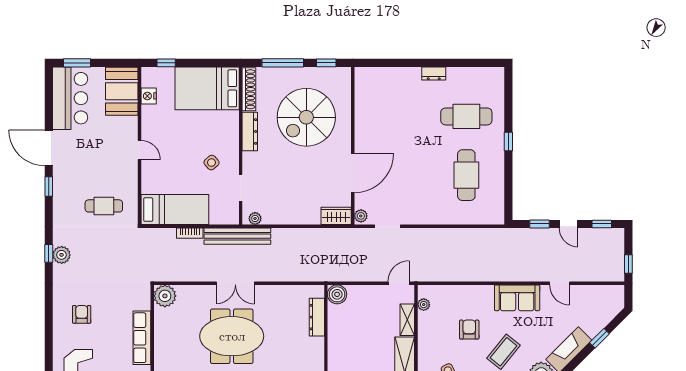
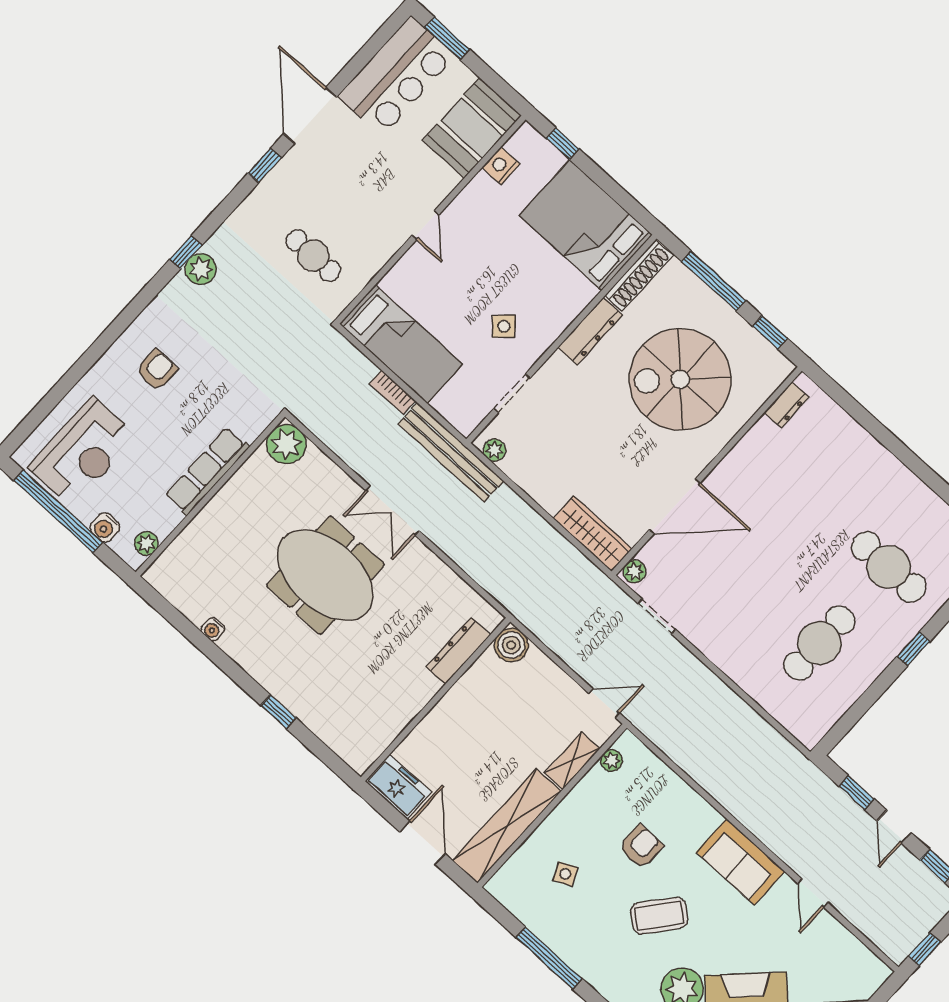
dresser: (434, 73) -> (787, 405), moved, turned -90
wardrobe: (336, 216) -> (593, 534), width x1.50

